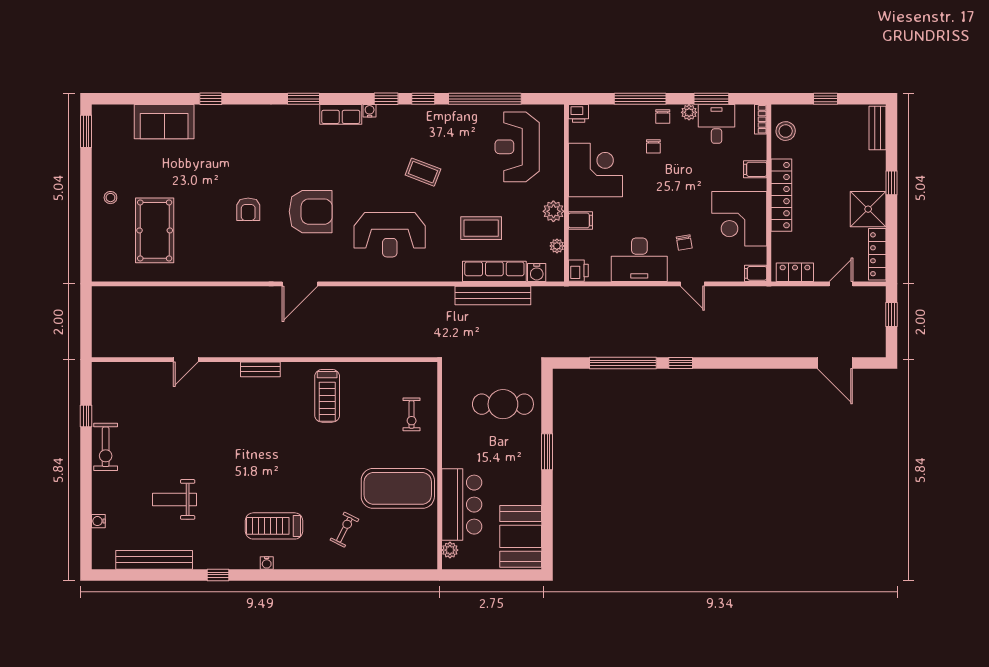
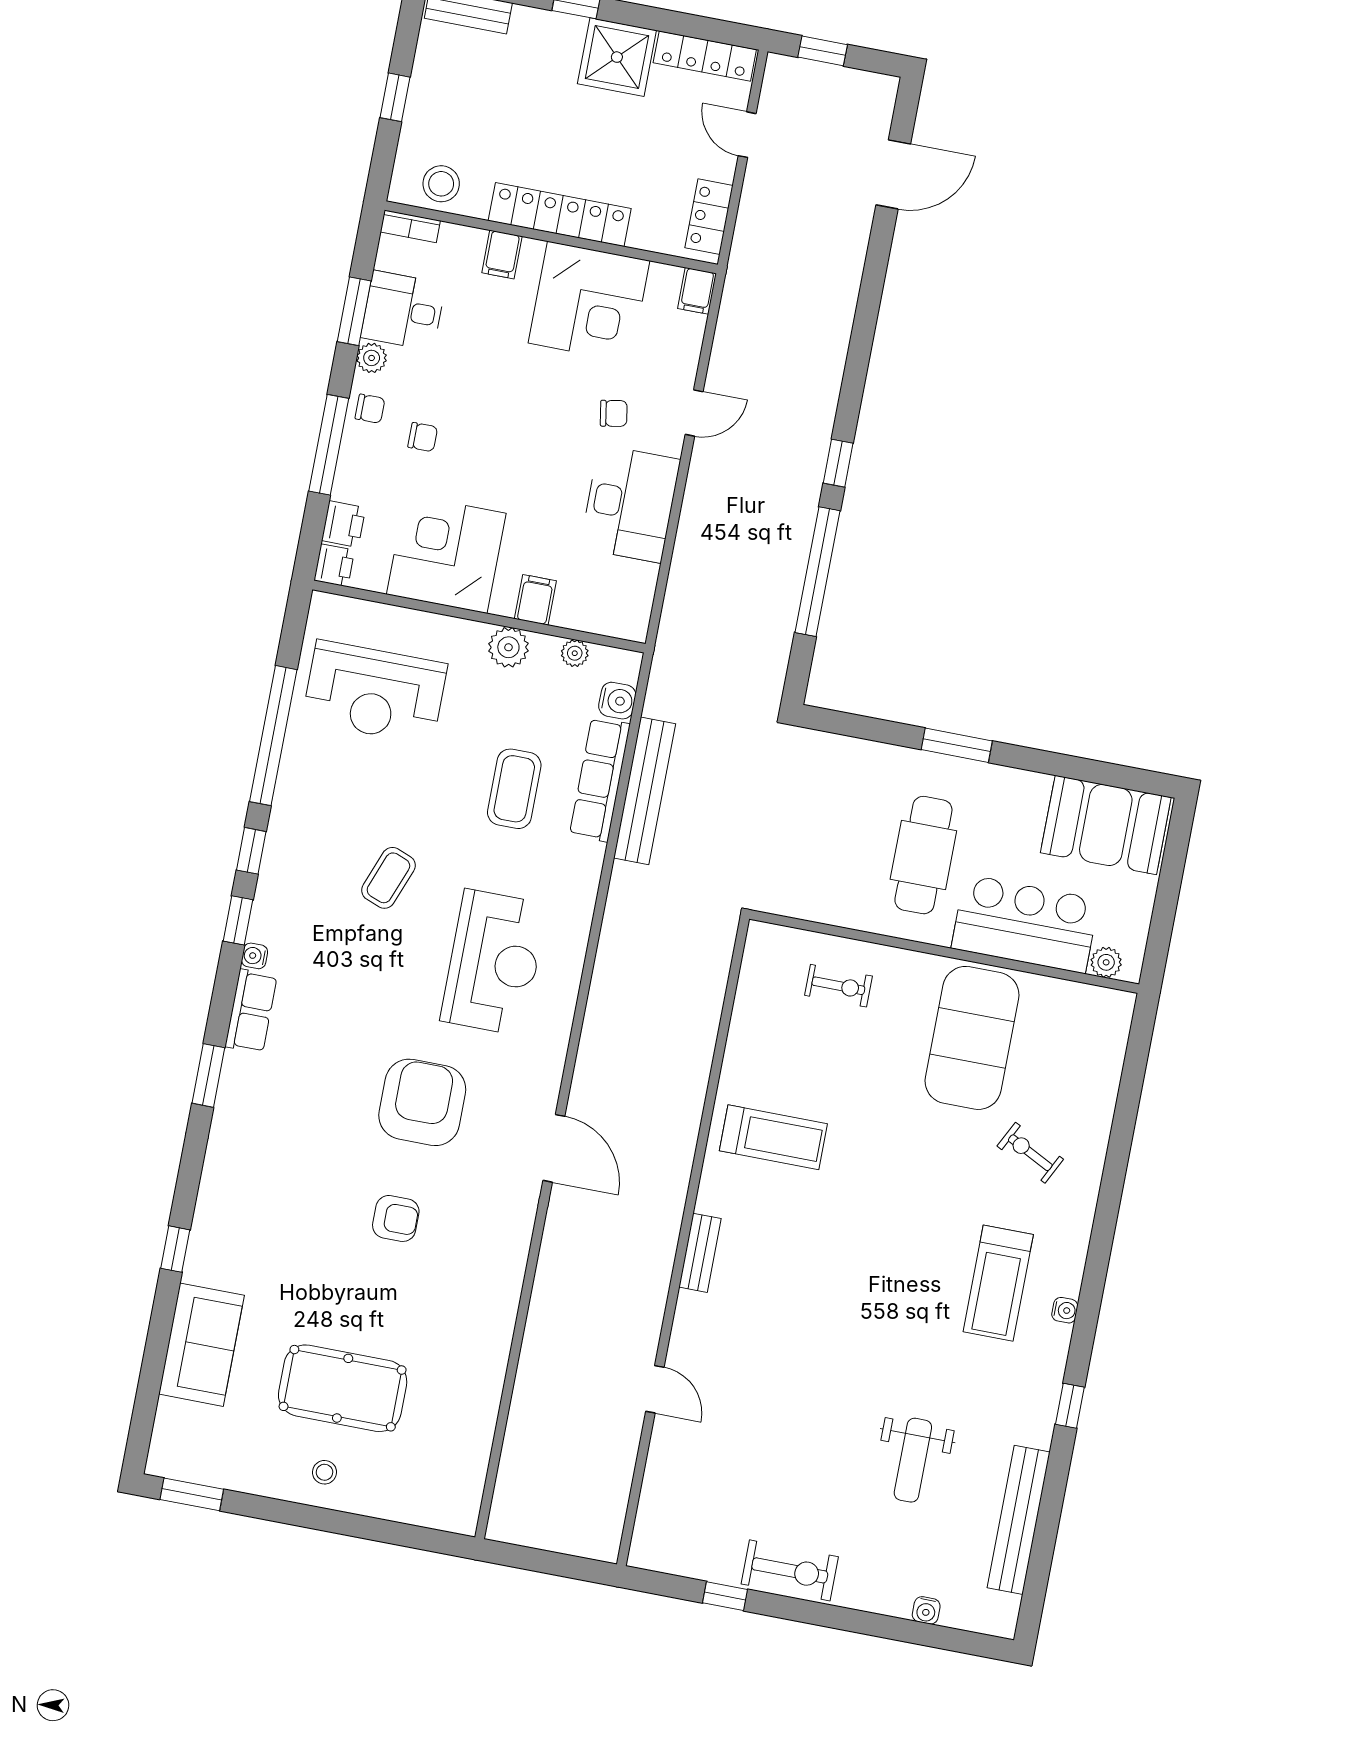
pool table: (155, 230) -> (343, 1388), moved
printer: (578, 271) -> (344, 524), moved, turned 90
cafe table: (503, 404) -> (923, 855), moved

